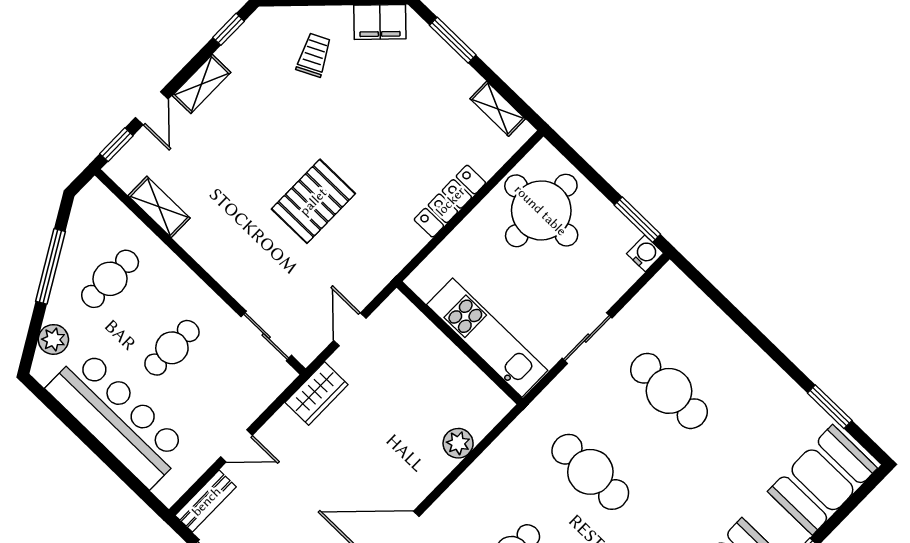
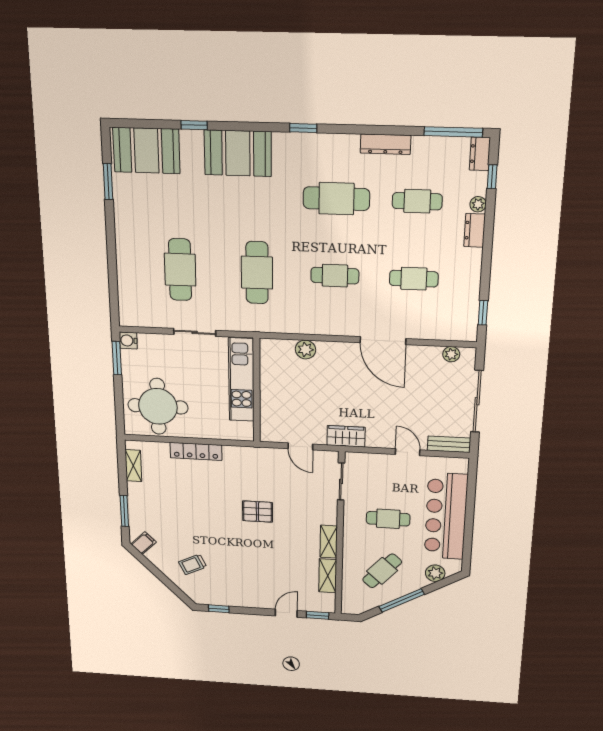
filing cabinet: (380, 22) -> (144, 543), width x0.50
shelving: (202, 84) -> (329, 542), moved, turned 90
pallet: (313, 201) -> (257, 512), width x0.67, depth x0.71
cafe table: (110, 279) -> (382, 571), turned -48
door: (350, 329) -> (300, 446), hinge flipped

